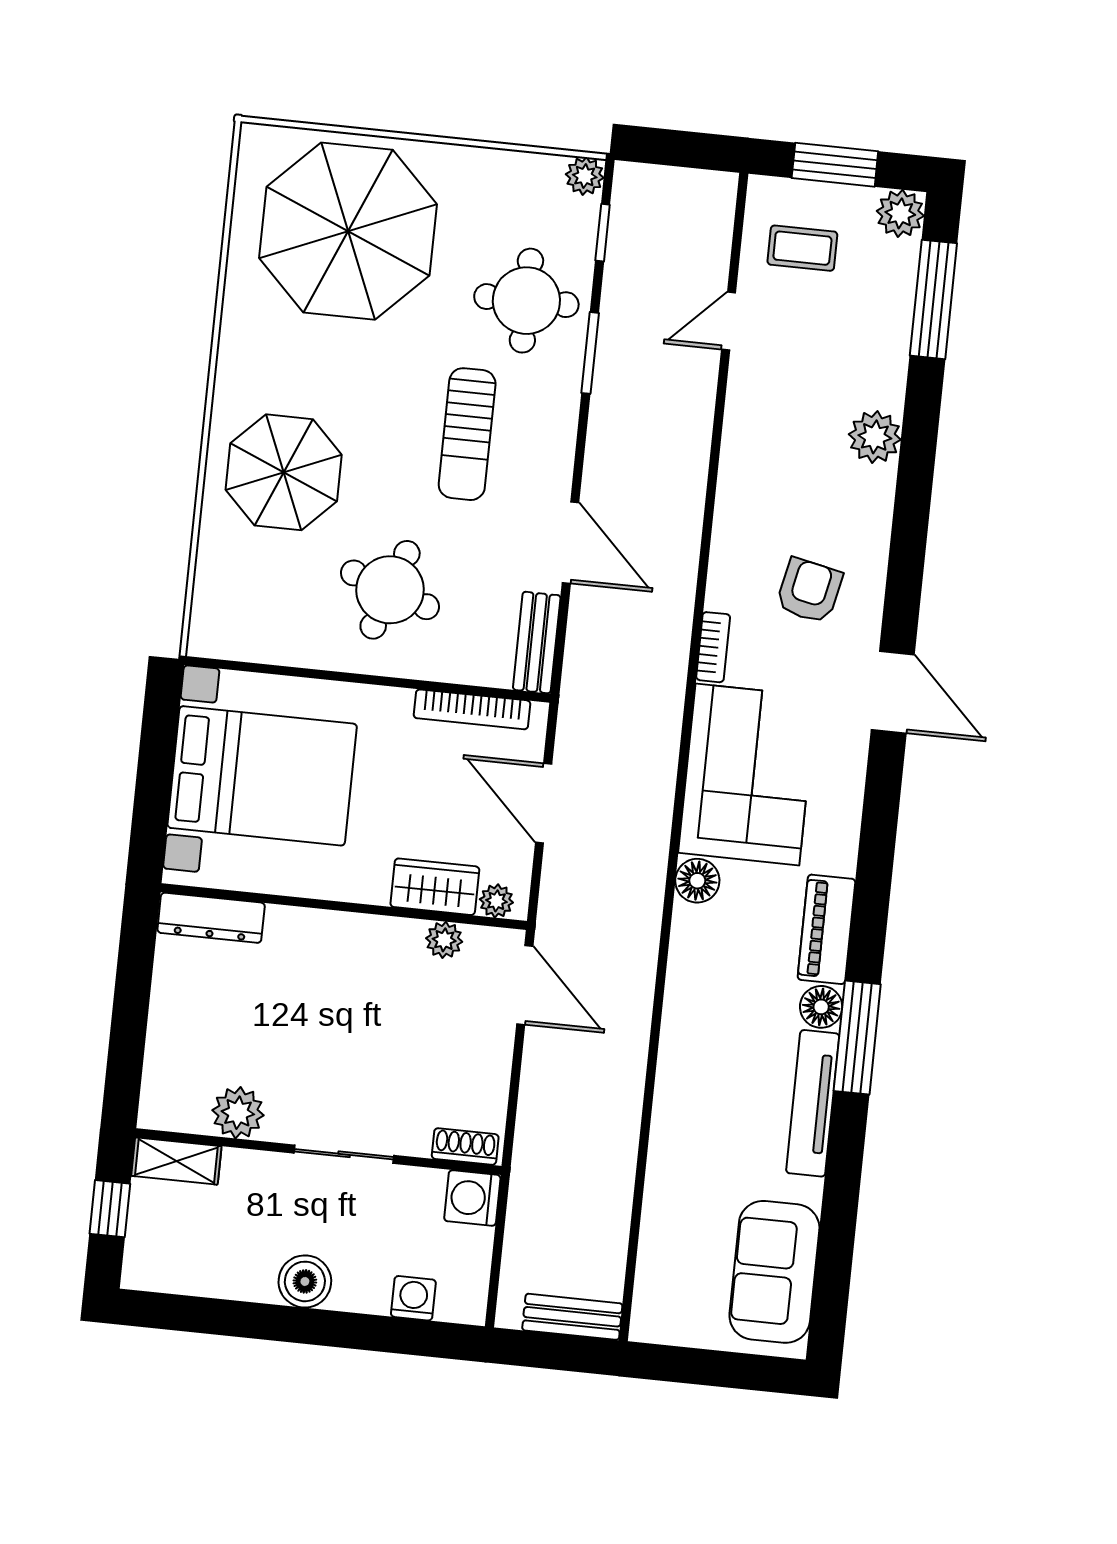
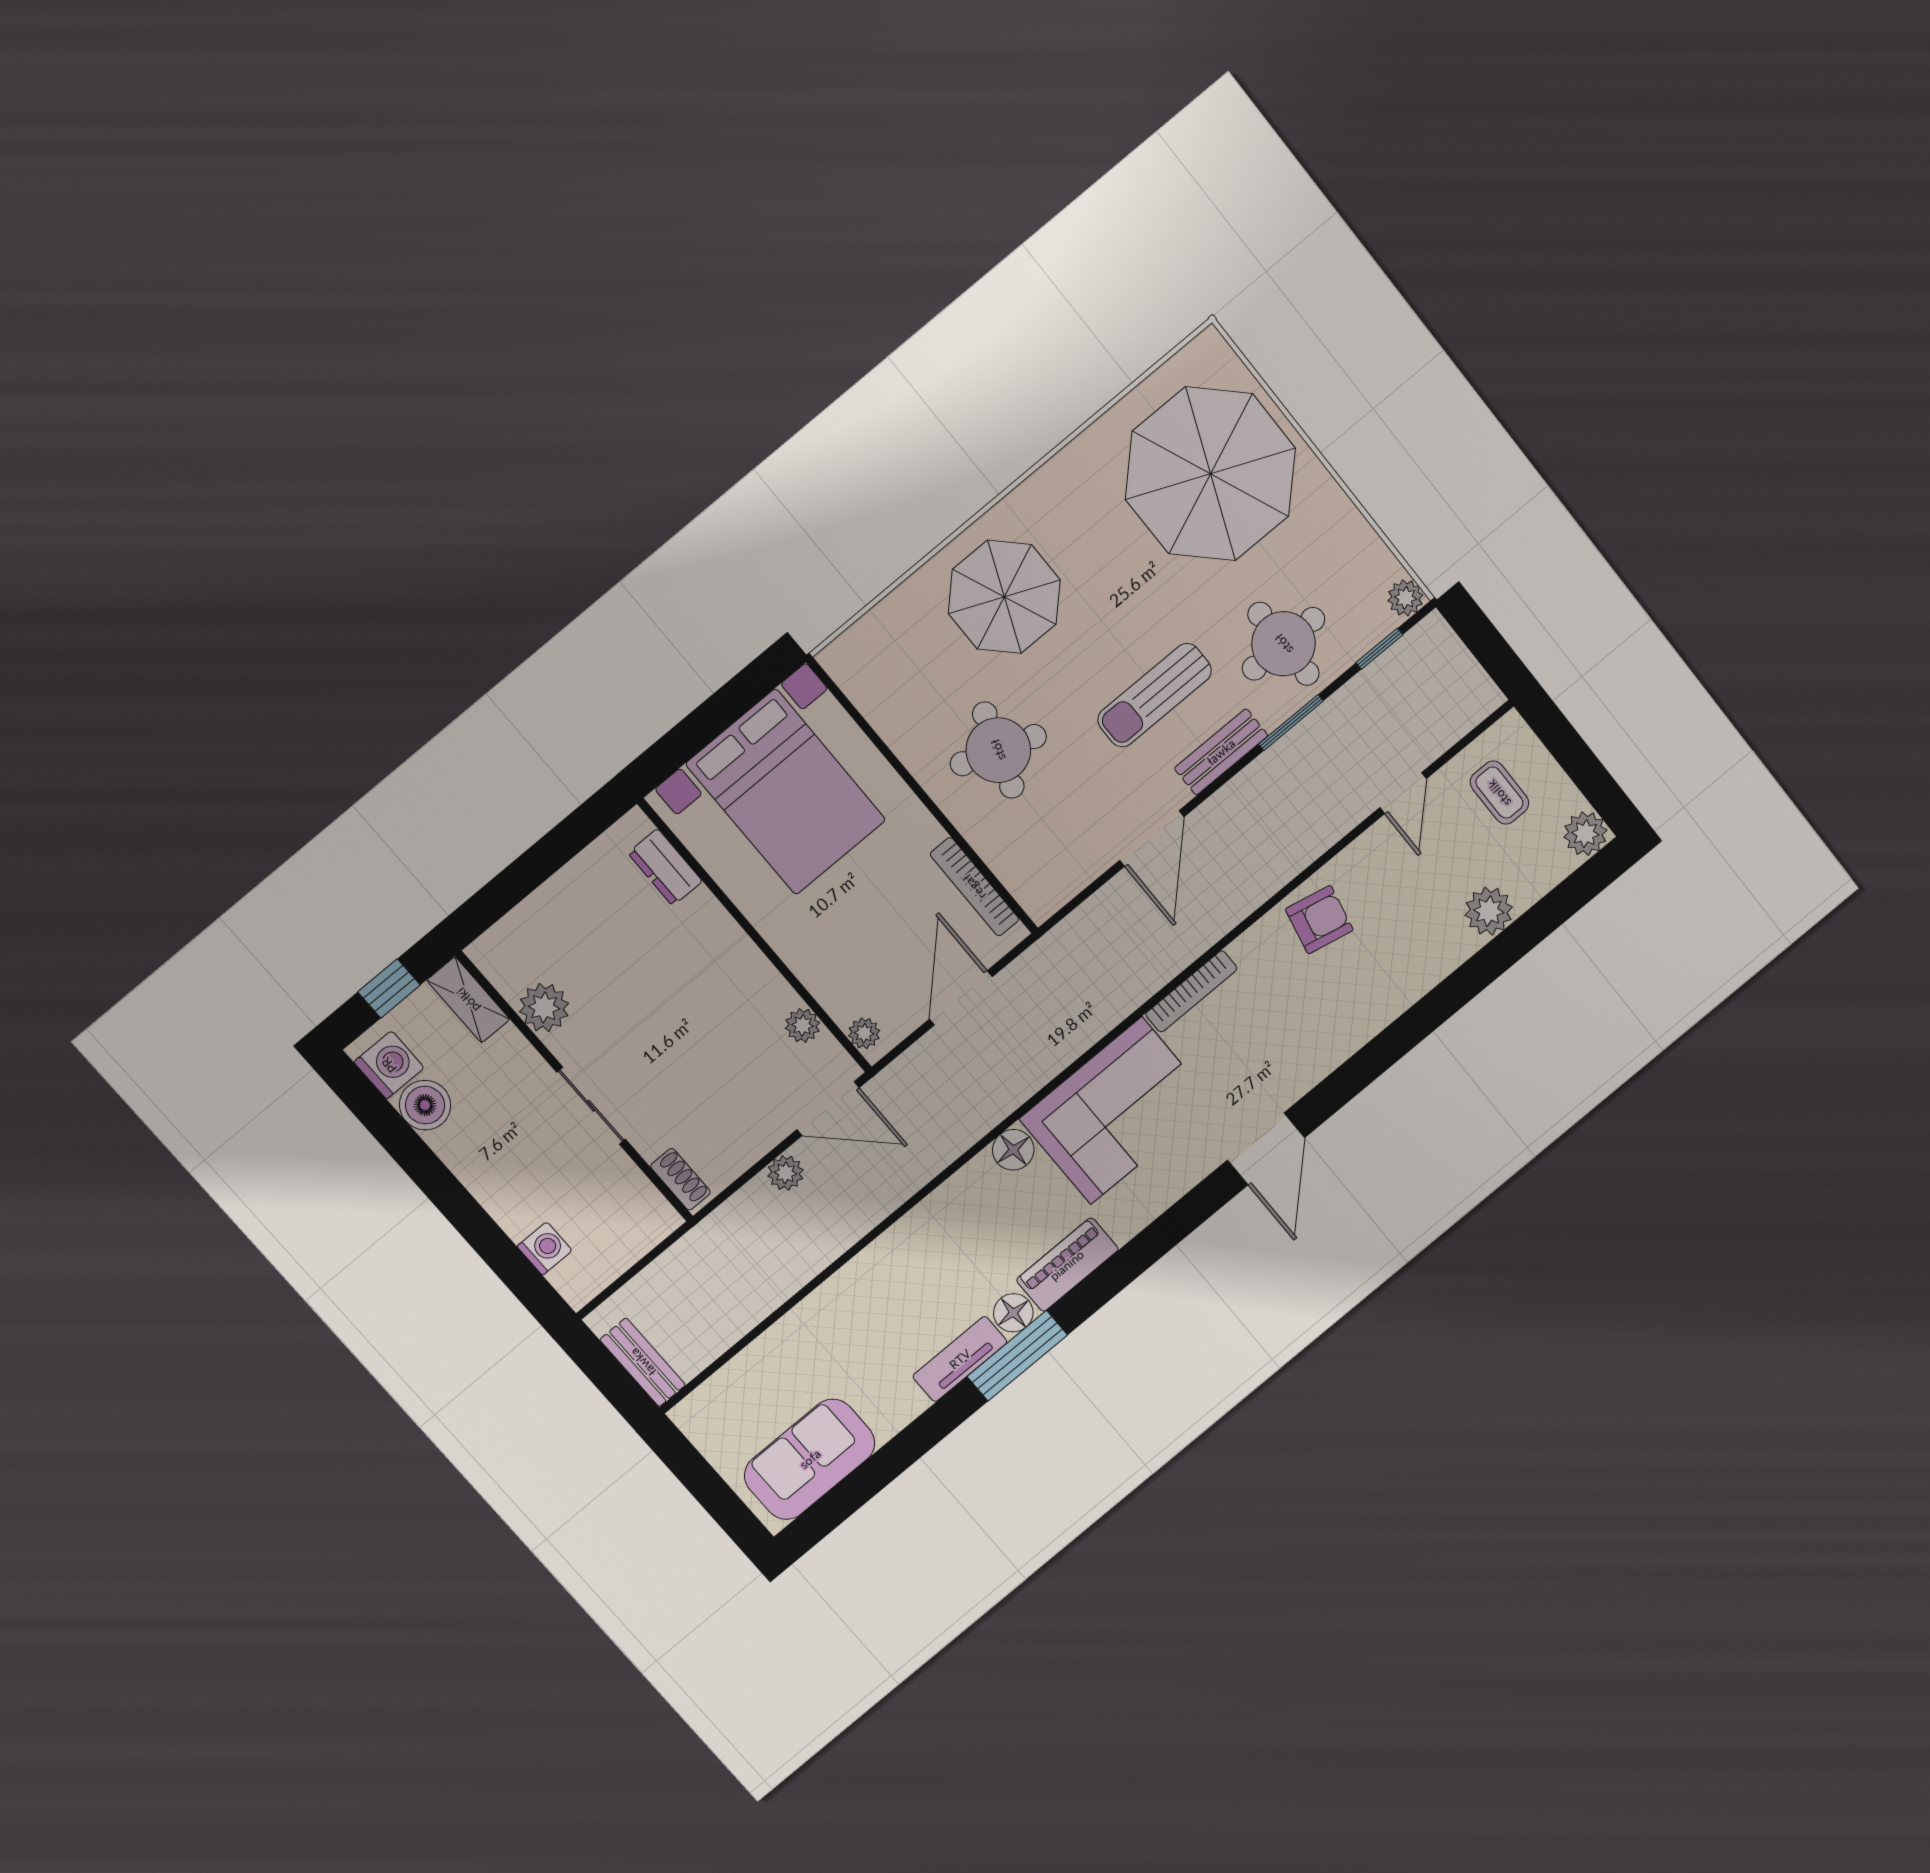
window: (835, 165) -> (1576, 758), removed
window: (933, 299) -> (1550, 913), removed
door: (729, 321) -> (1403, 793), swing flipped
plant: (875, 437) -> (1489, 911), moved
armchair: (809, 591) -> (1319, 920), moved
bench: (537, 643) -> (1221, 752), moved
bookcase: (713, 647) -> (1191, 991), width x1.56
wardrobe: (435, 887) -> (831, 983), removed
dresser: (211, 918) -> (665, 867), width x0.70
door: (525, 985) -> (828, 1109), hinge flipped
plant: (540, 1065) -> (785, 1173), added
tv unit: (813, 1103) -> (960, 1359), width x0.71
washing machine: (472, 1198) -> (389, 1065), moved, turned 90
boiler: (305, 1281) -> (425, 1105), moved

